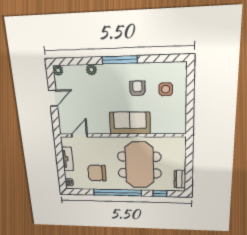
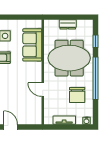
sofa: (130, 123) -> (32, 45), moved
door: (80, 135) -> (43, 90), moved
dresser: (180, 179) -> (68, 24), moved

